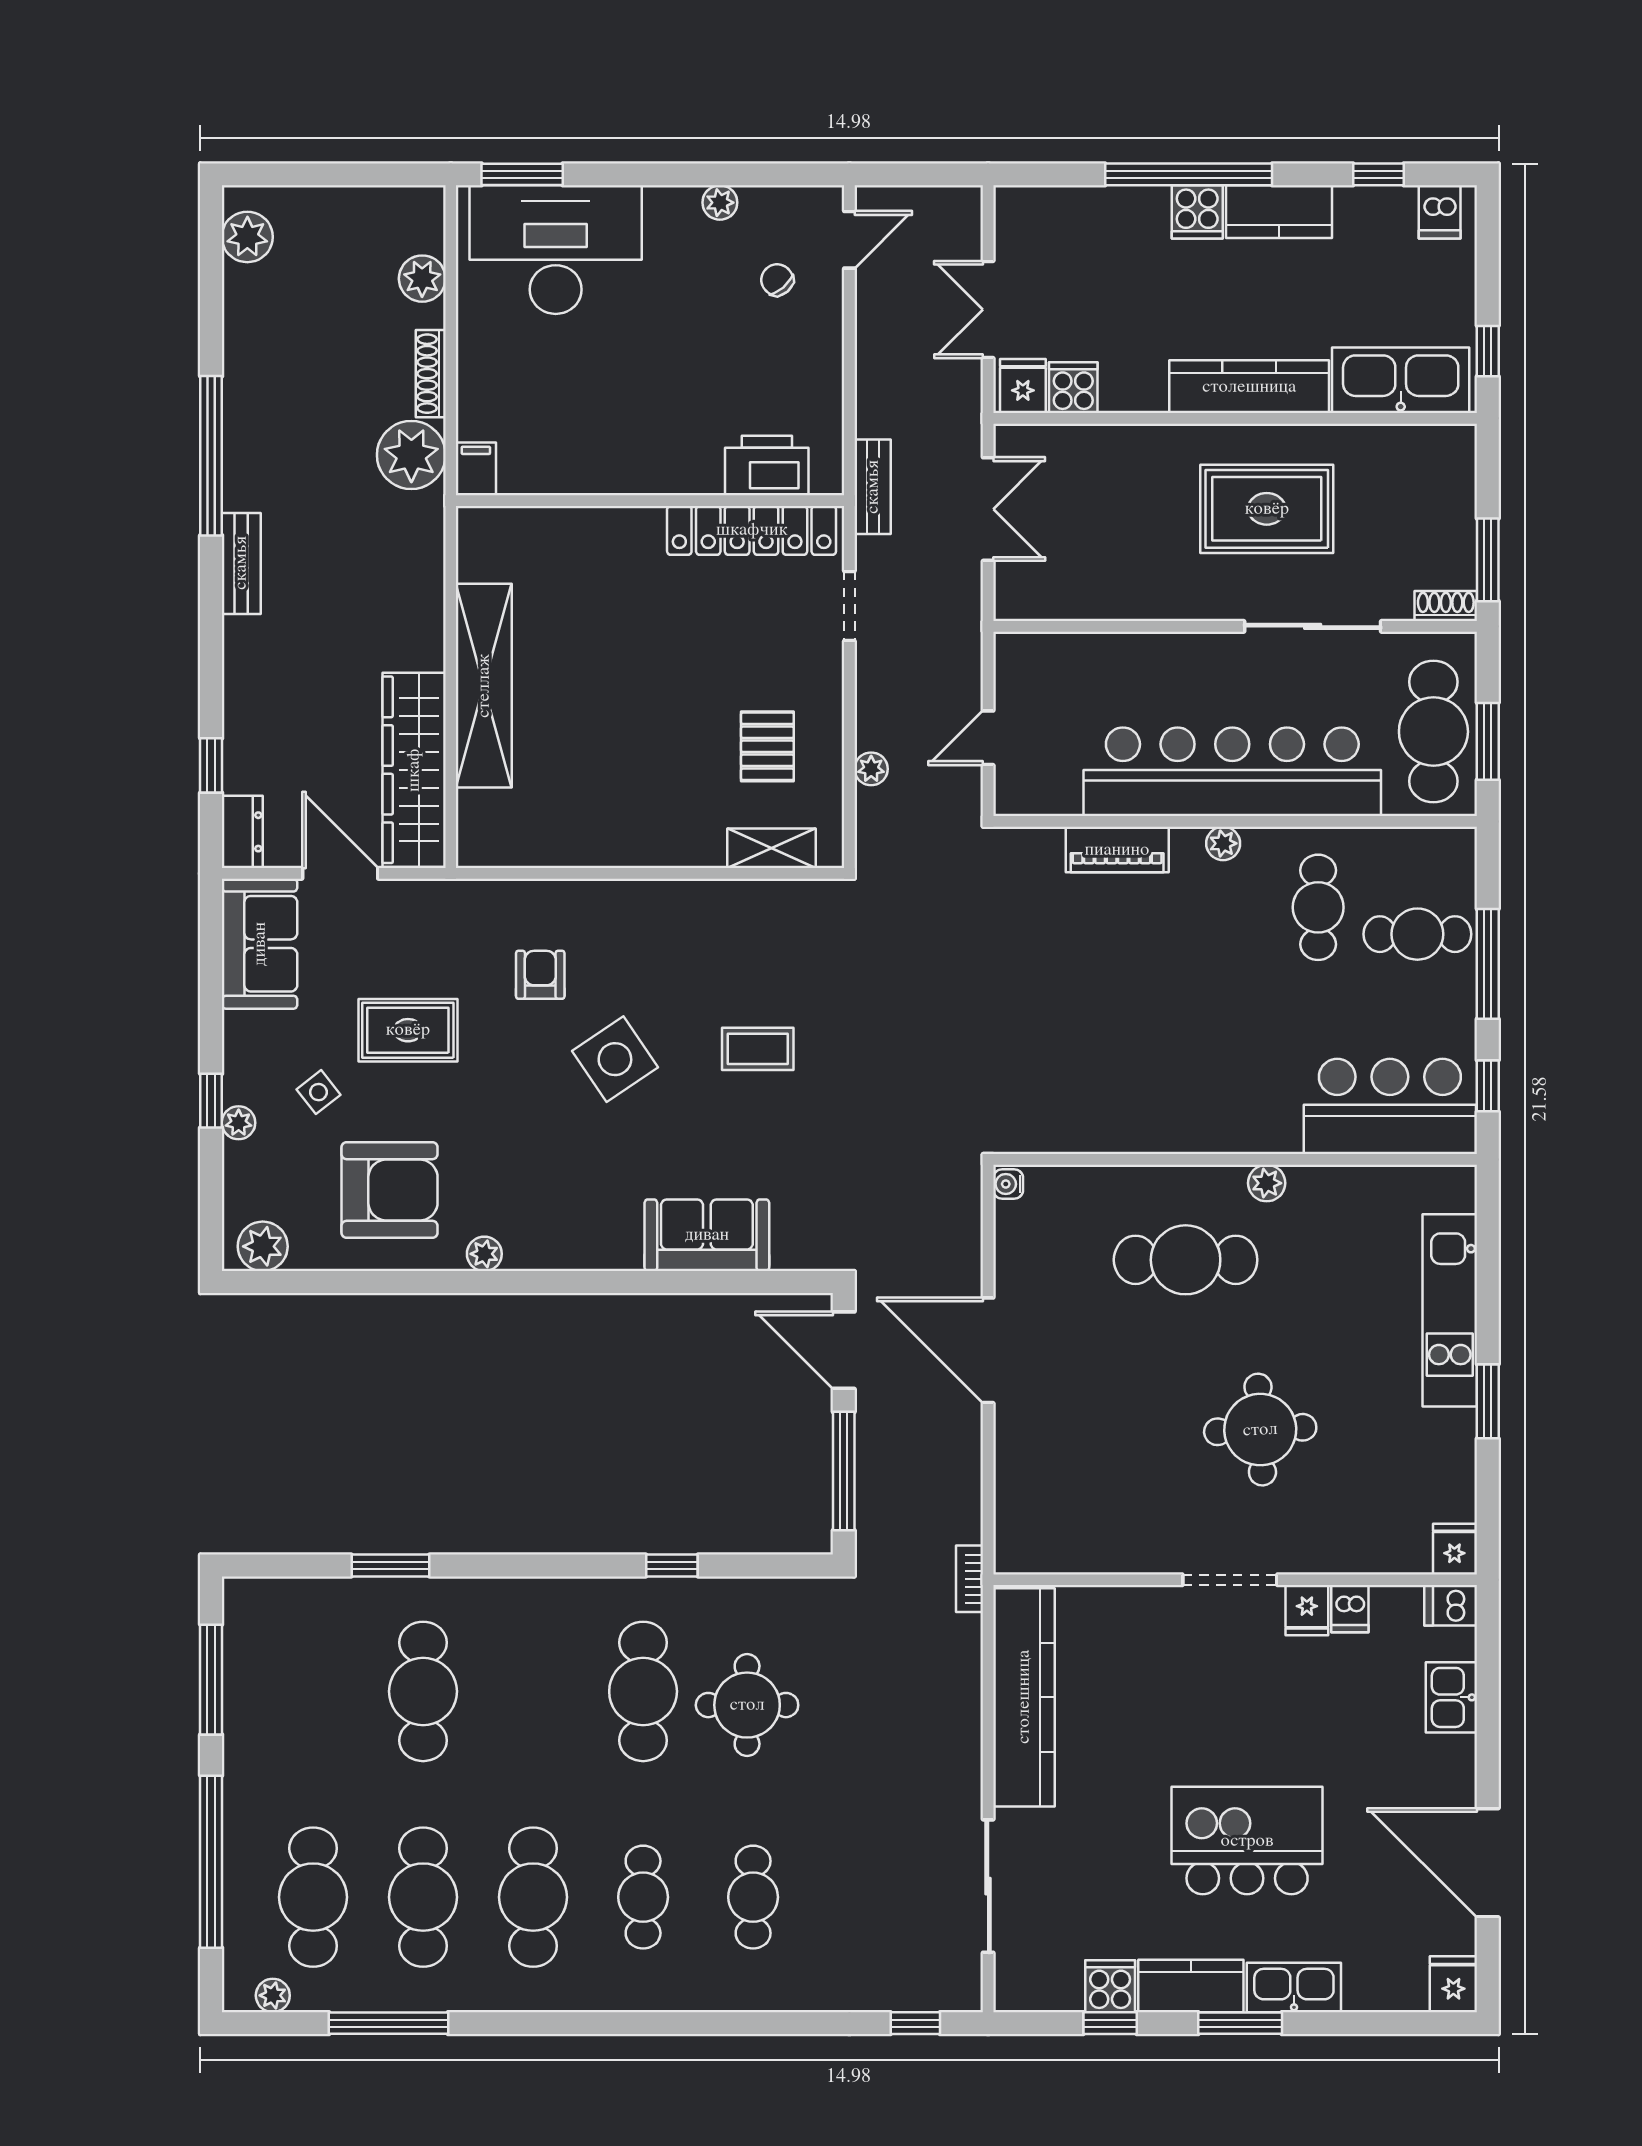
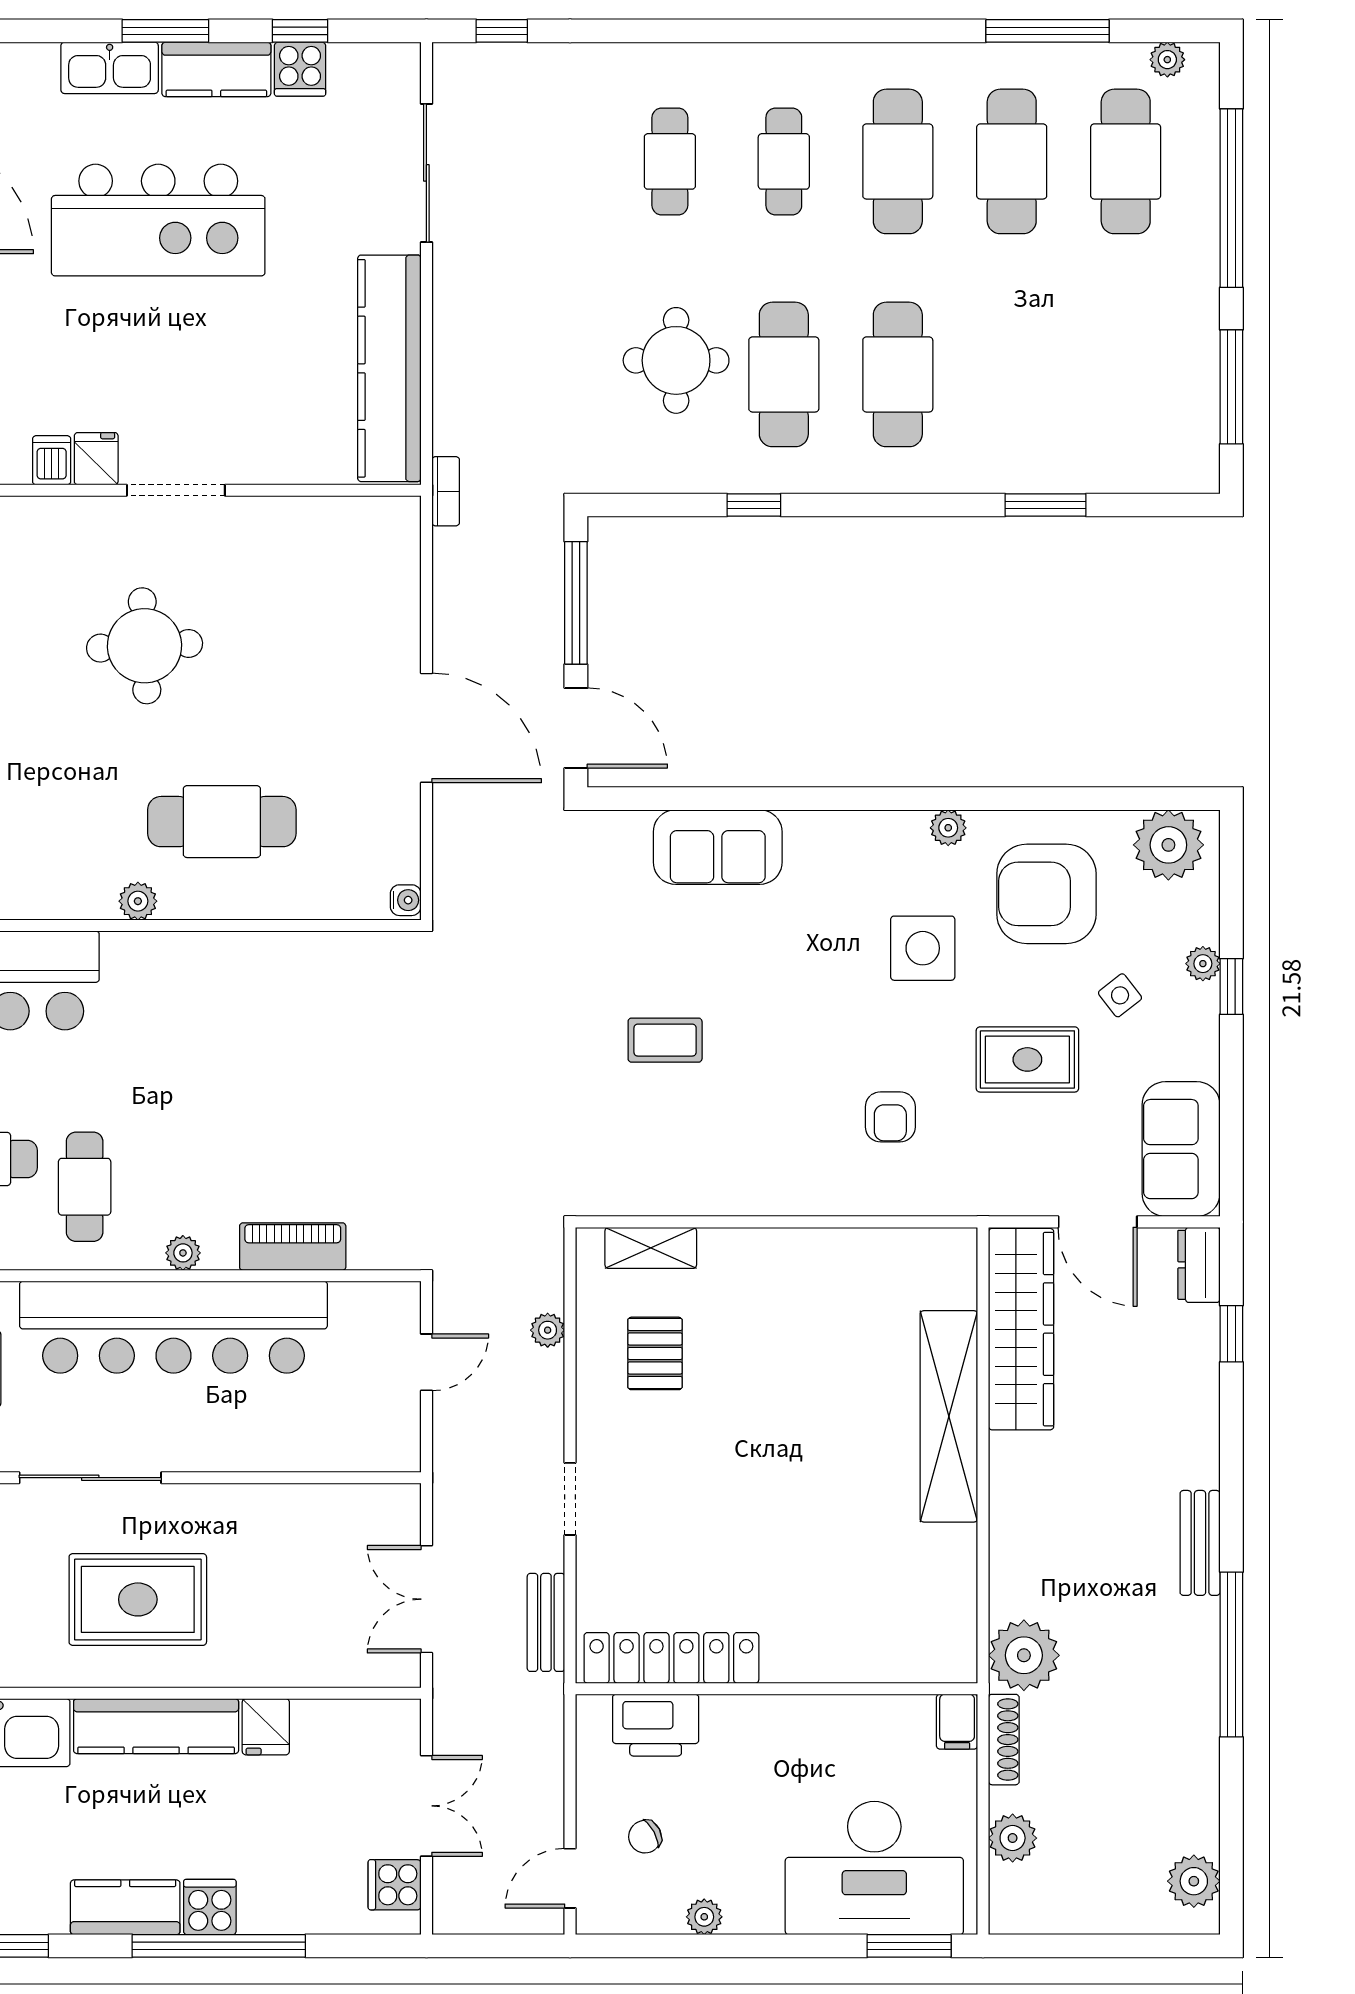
chair: (777, 280) -> (645, 1837), turned 103
fridge: (1023, 386) -> (266, 1727), moved
cooker: (1073, 388) -> (395, 1885), moved, turned 90
printer: (767, 466) -> (656, 1725), moved
filing cabinet: (476, 469) -> (957, 1722), moved
wall: (650, 501) -> (777, 1689), moved
locker: (752, 530) -> (671, 1658), moved
side table: (615, 1059) -> (923, 948), moved, turned 34
plant: (263, 1246) -> (1168, 845), width x1.36, depth x1.36
cafe table: (423, 1691) -> (898, 374), moved
kitchen island: (1247, 1841) -> (158, 220), width x1.37

